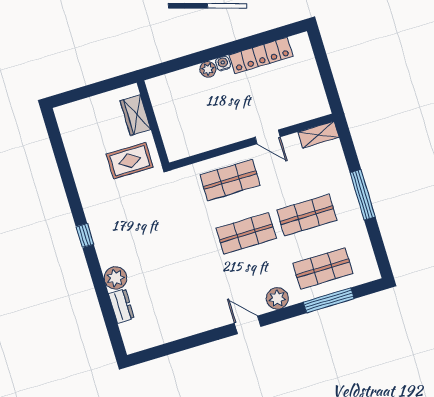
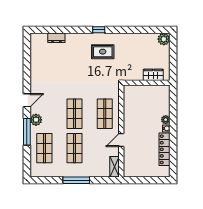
rug: (130, 161) -> (103, 52), moved, turned 90
plant: (116, 278) -> (164, 39), moved
window: (329, 300) -> (27, 132), moved

